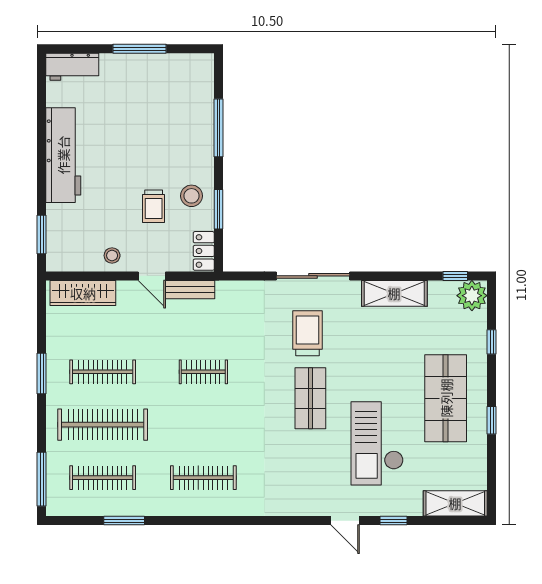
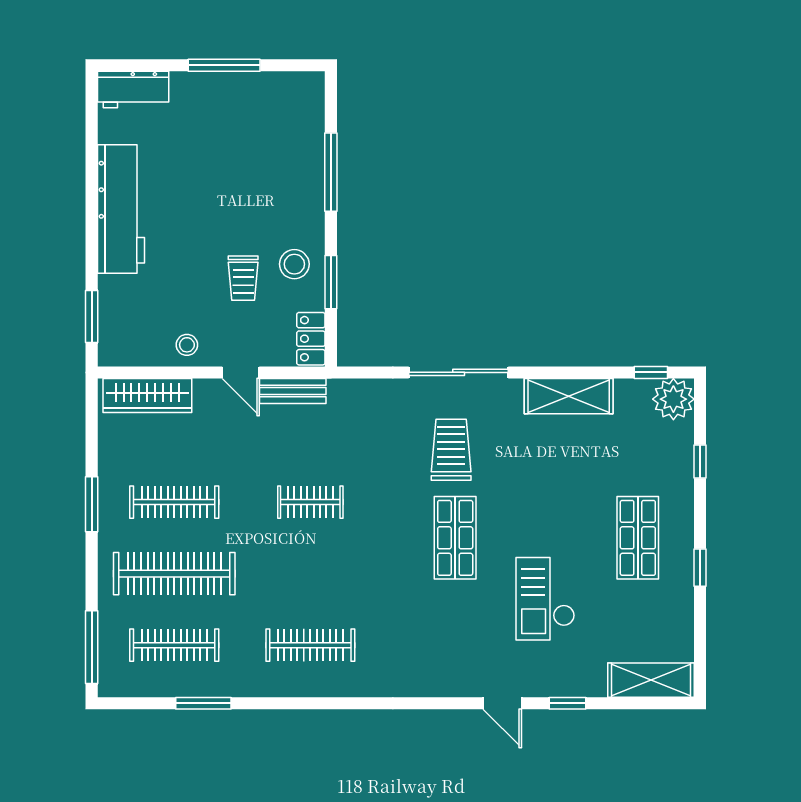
shop shelf: (446, 398) -> (638, 538), width x0.70, depth x0.74
checkout: (377, 443) -> (545, 599), width x0.73, depth x0.83

